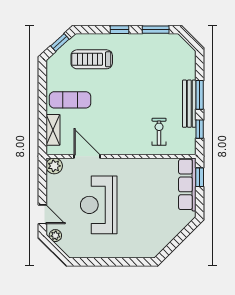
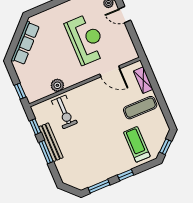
treadmill: (92, 59) -> (137, 144), turned -90
exercise bike: (159, 132) -> (64, 112), width x1.38, depth x1.39
plant: (54, 166) -> (57, 85), moved
row of seats: (187, 184) -> (25, 43), moved, turned 45

